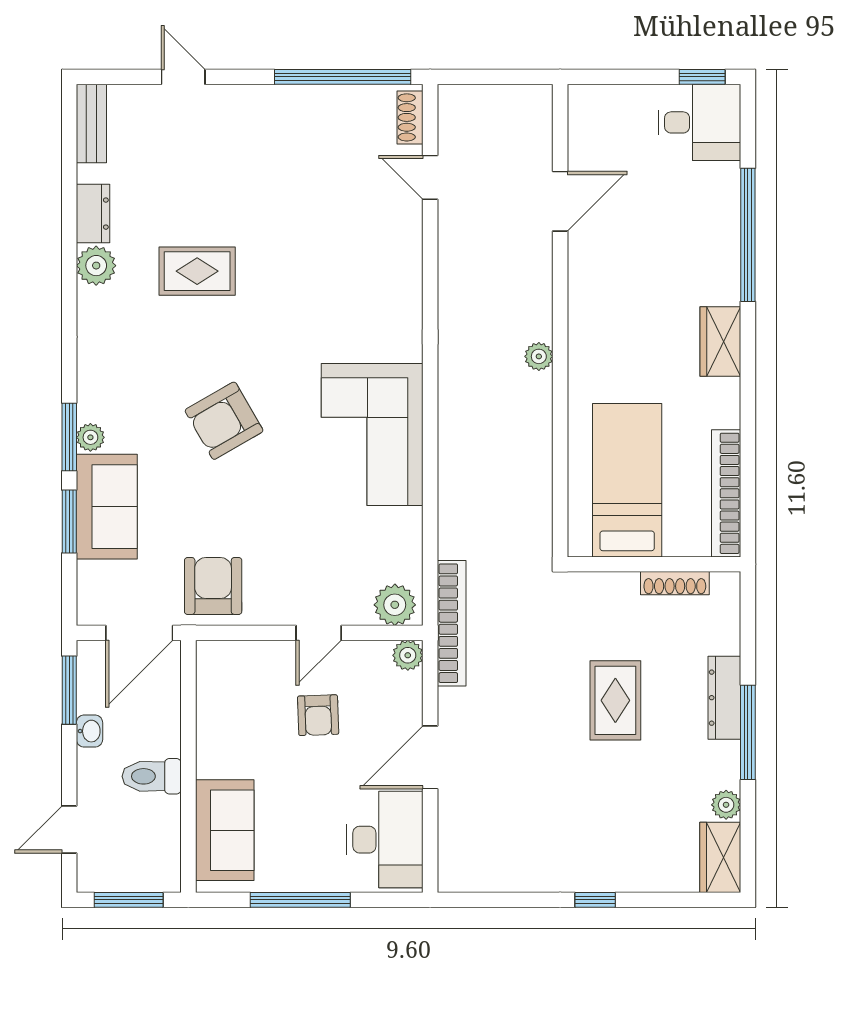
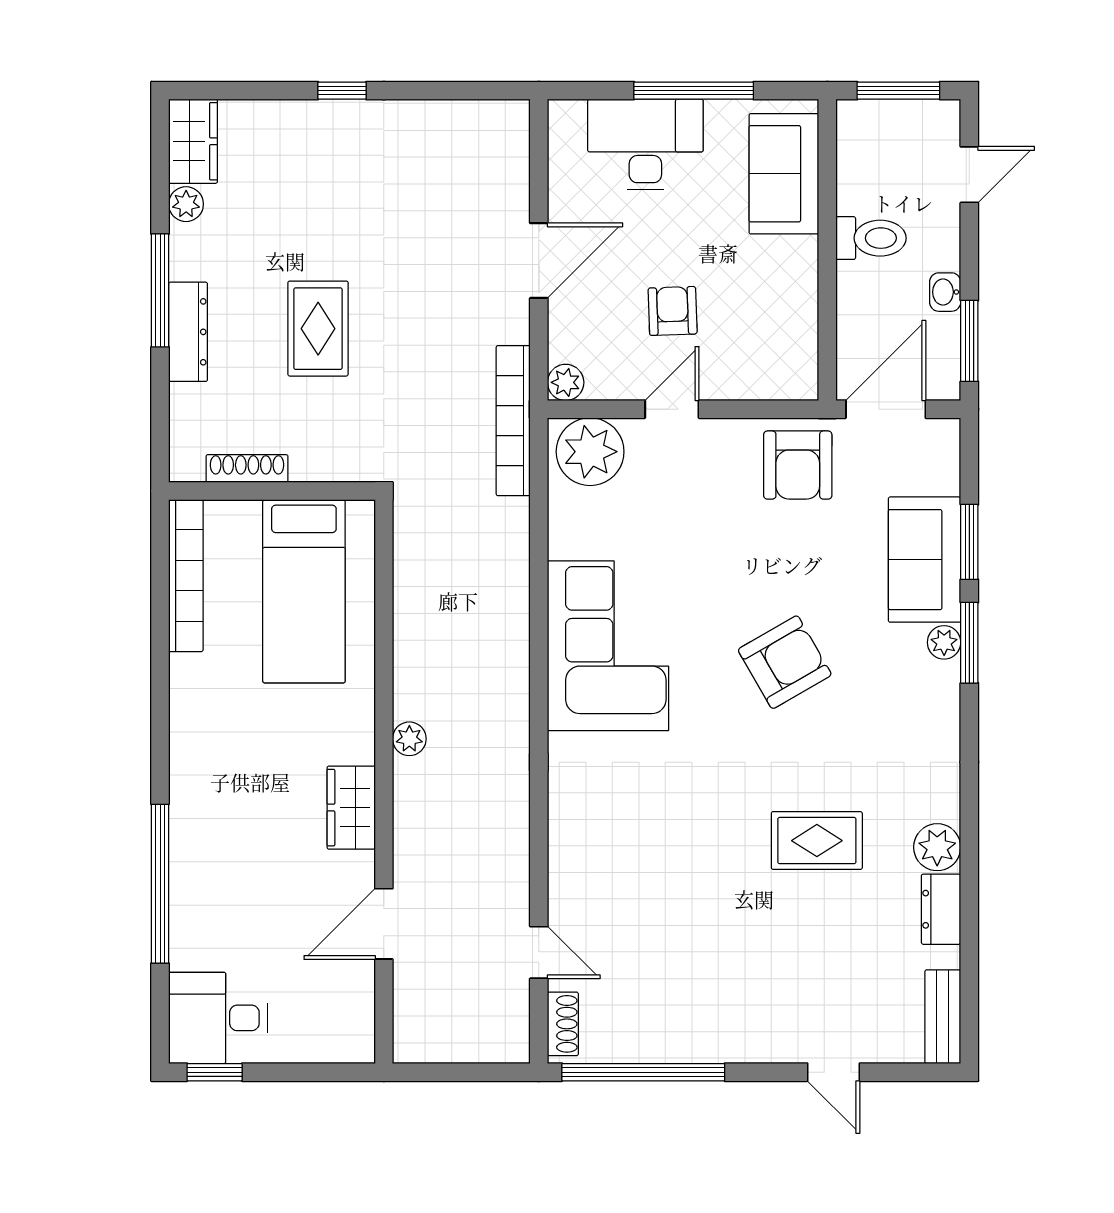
wardrobe: (720, 342) -> (351, 808), moved, turned 180
plant: (395, 605) -> (590, 452), width x1.36, depth x1.36
desk: (385, 840) -> (645, 145), moved, turned 90

